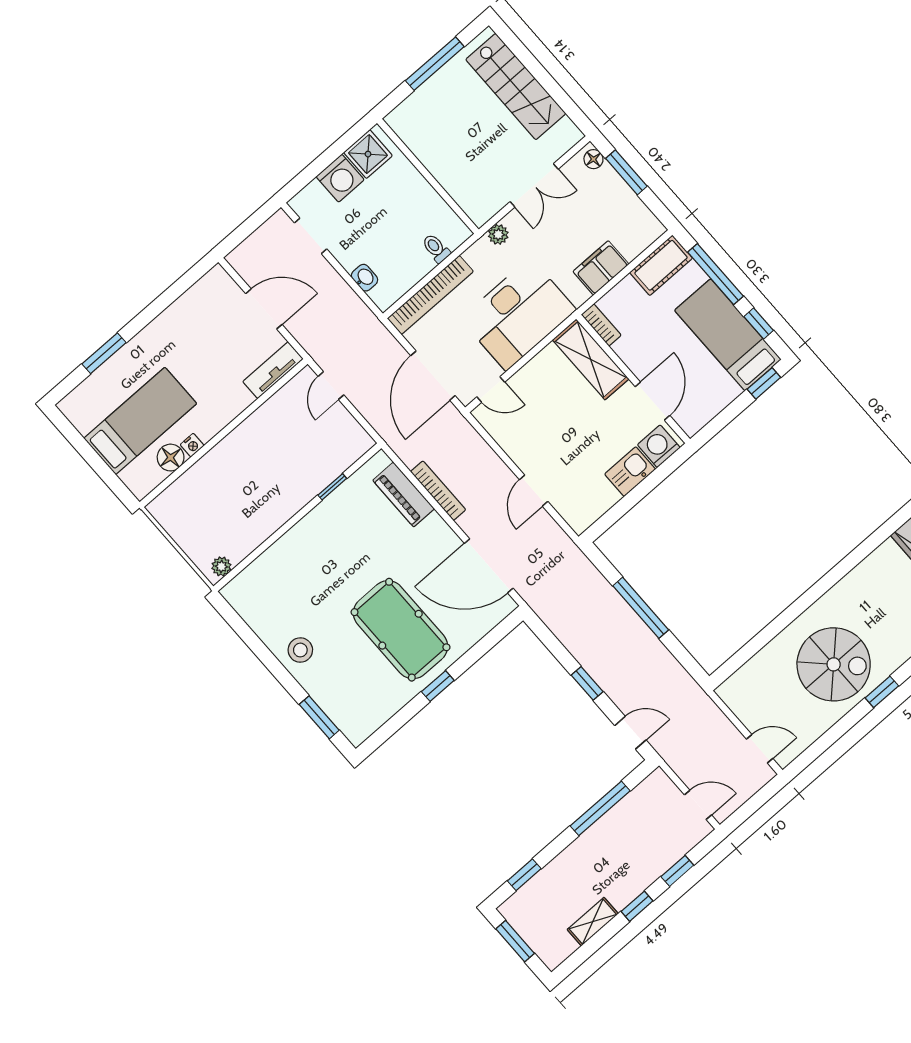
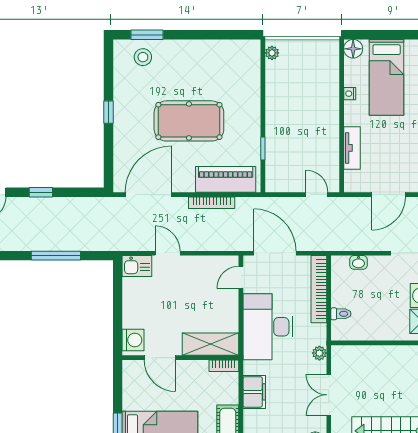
tv unit: (273, 370) -> (352, 148), moved
floor lamp: (171, 458) -> (353, 49), moved
kitchen sink: (630, 472) -> (137, 266), moved, turned 90
piano: (404, 495) -> (226, 179), width x1.37, depth x1.33
pool table: (400, 630) -> (189, 121), moved
stool: (300, 650) -> (143, 57), moved

